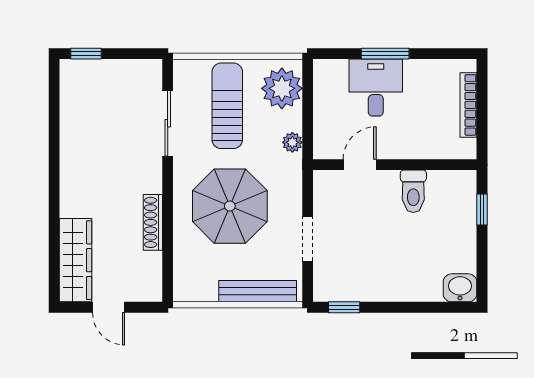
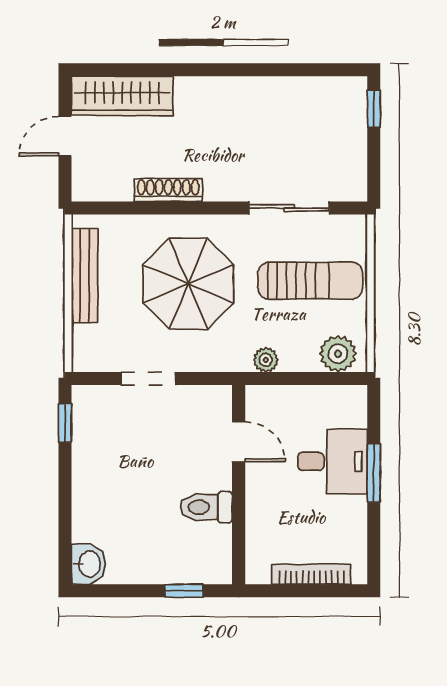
plant: (282, 88) -> (338, 354), width x0.73, depth x0.73
bench: (258, 291) -> (85, 276), moved

